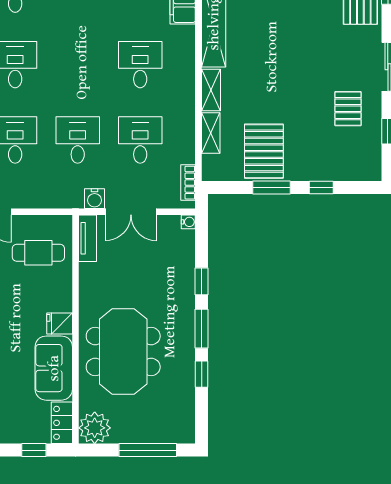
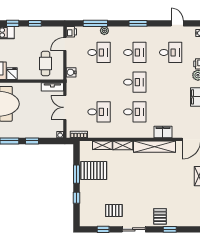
desk: (78, 140) -> (135, 82), moved
water cooler: (95, 199) -> (71, 72), moved

